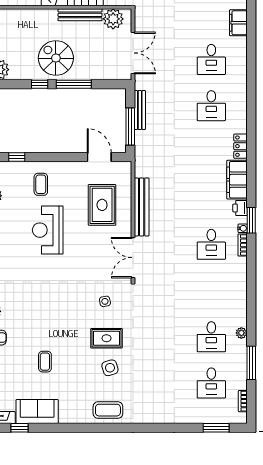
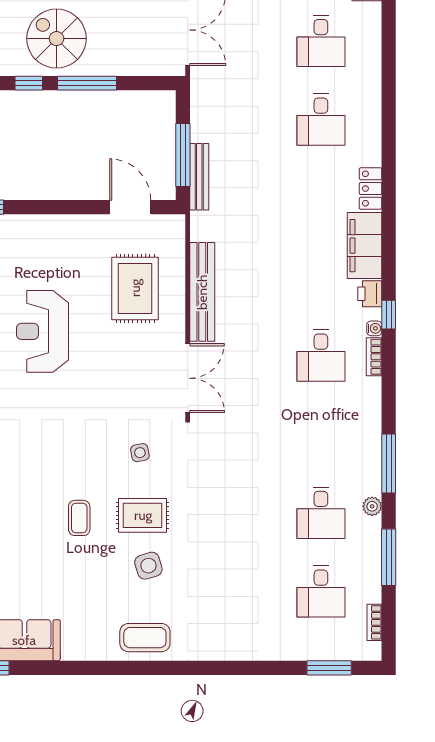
bench: (140, 110) -> (199, 177), moved
coffee table: (41, 184) -> (31, 253), removed
window: (251, 220) -> (389, 315), width x0.67
double door: (133, 258) -> (188, 378), swing flipped
window: (251, 308) -> (389, 463), added
coffee table: (45, 362) -> (79, 518), moved

